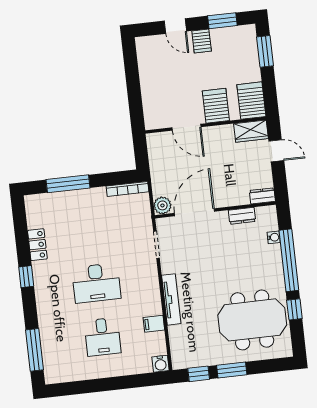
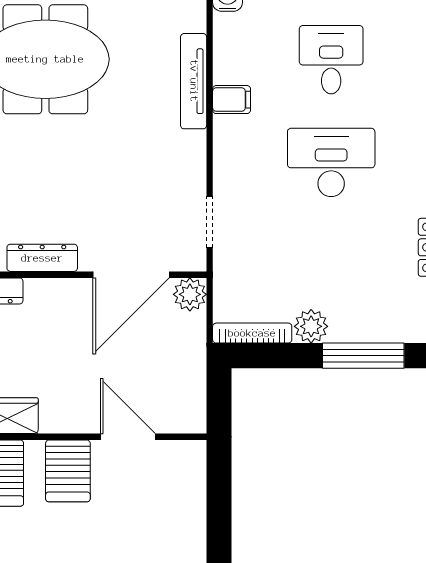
plant: (97, 196) -> (311, 326), added
dresser: (242, 216) -> (42, 258), width x1.44
tv unit: (171, 299) -> (194, 81), moved
filing cabinet: (154, 324) -> (232, 100), moved

